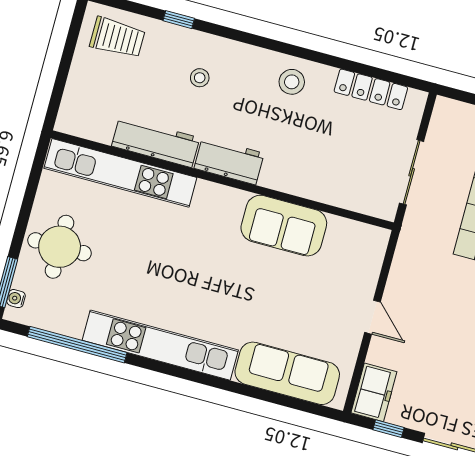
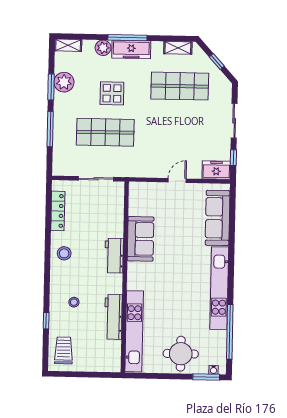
workbench: (229, 161) -> (114, 256), moved

